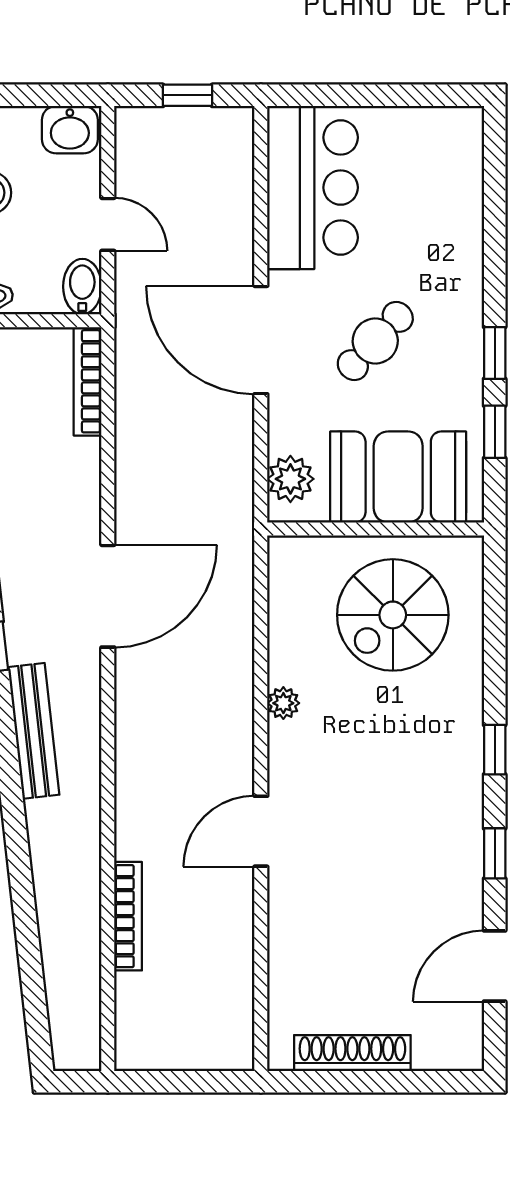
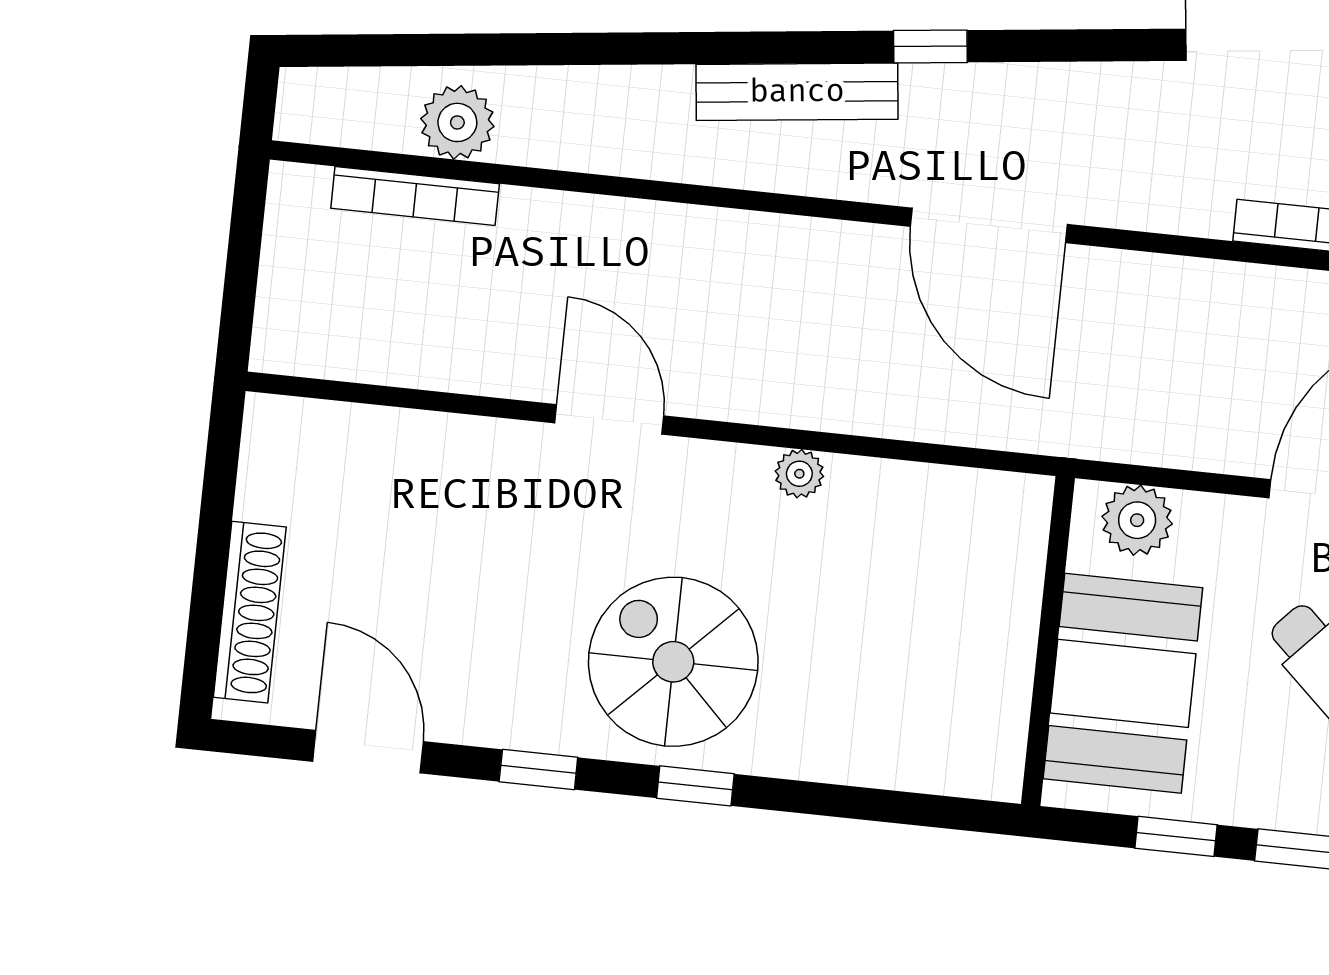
spiral stairs: (393, 615) -> (673, 662), moved
bookcase: (128, 916) -> (415, 196), moved
plant: (77, 951) -> (457, 122), added
shoe rack: (352, 1053) -> (250, 612), moved

